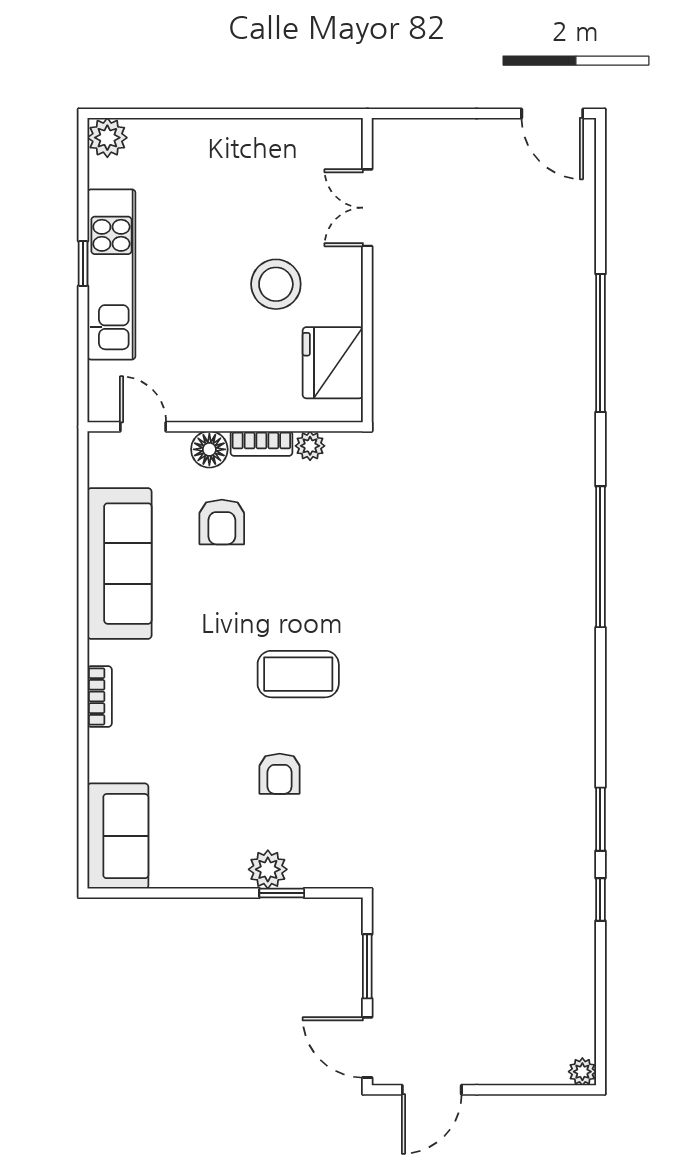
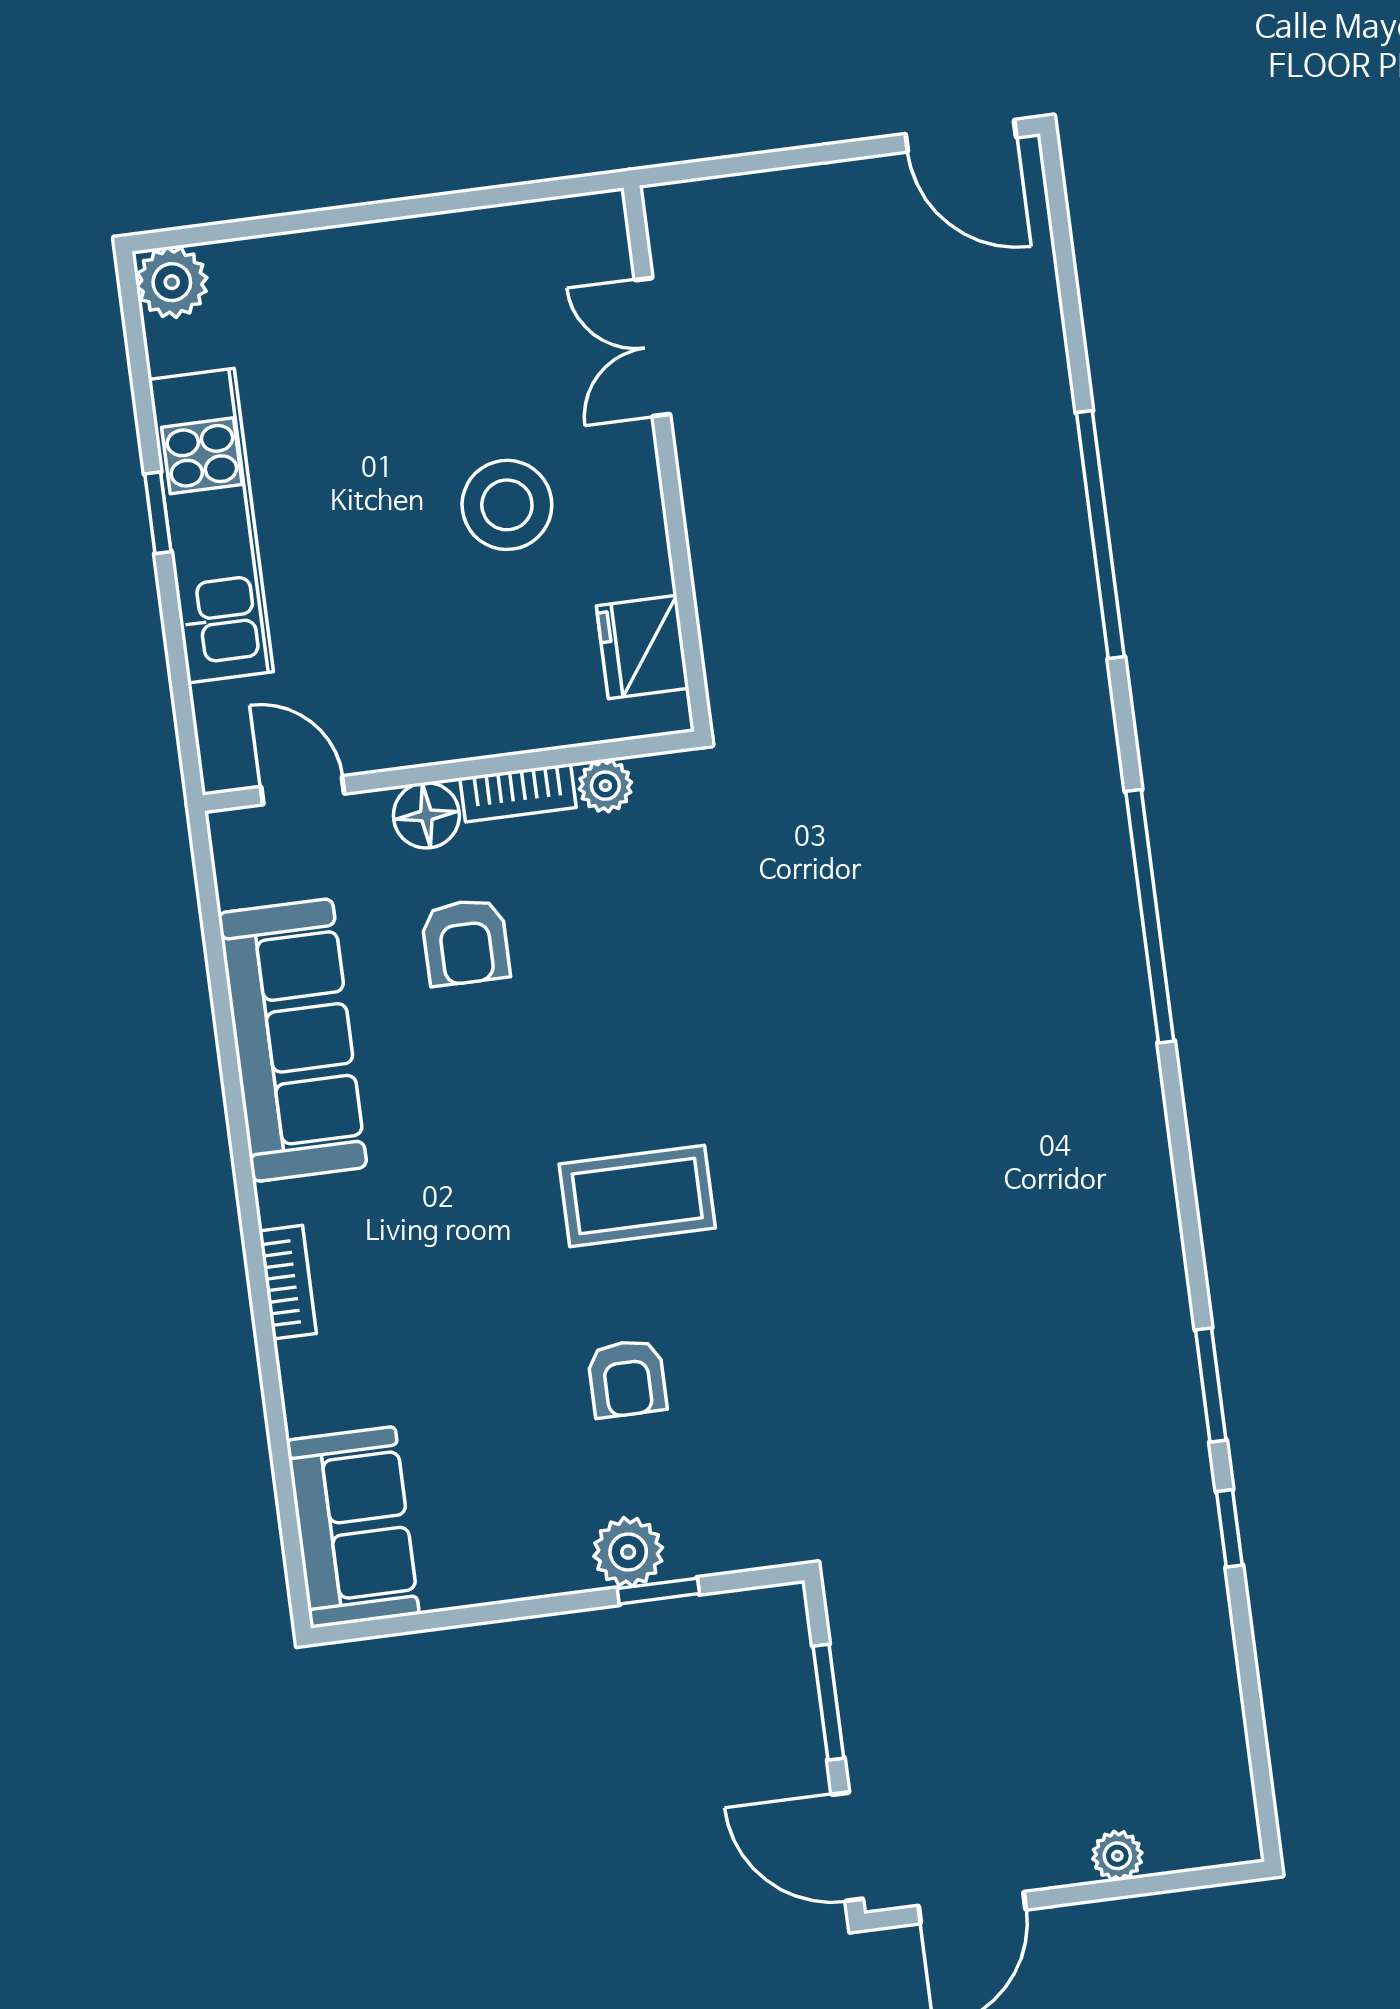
fridge: (333, 363) -> (643, 647), width x0.73, depth x0.75
plant: (582, 1072) -> (1117, 1856), moved

